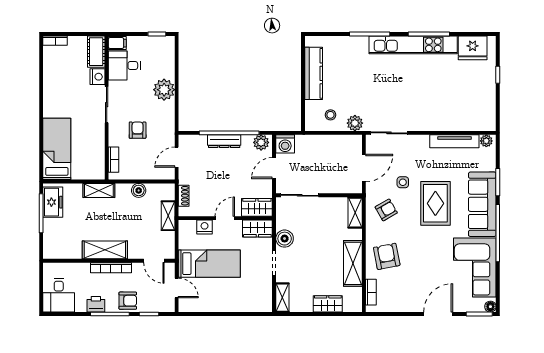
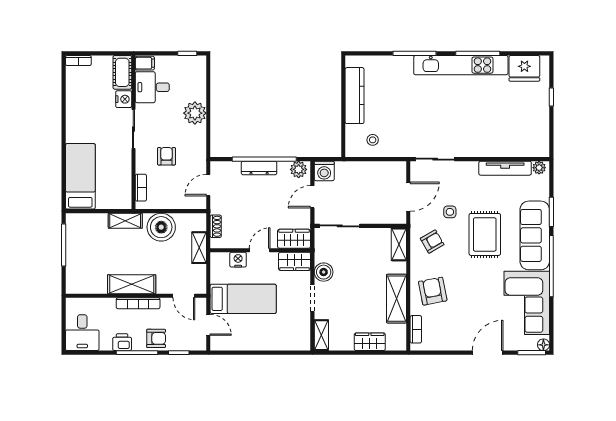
plant: (355, 123) -> (399, 149), removed
boiler: (139, 190) -> (161, 227), width x1.86, depth x1.86
freezer: (53, 202) -> (76, 233), removed

